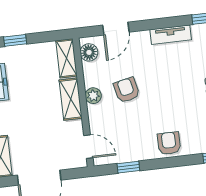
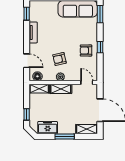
armchair: (169, 143) -> (86, 51), moved
door: (88, 147) -> (87, 83), hinge flipped
window: (128, 167) -> (100, 47), moved

